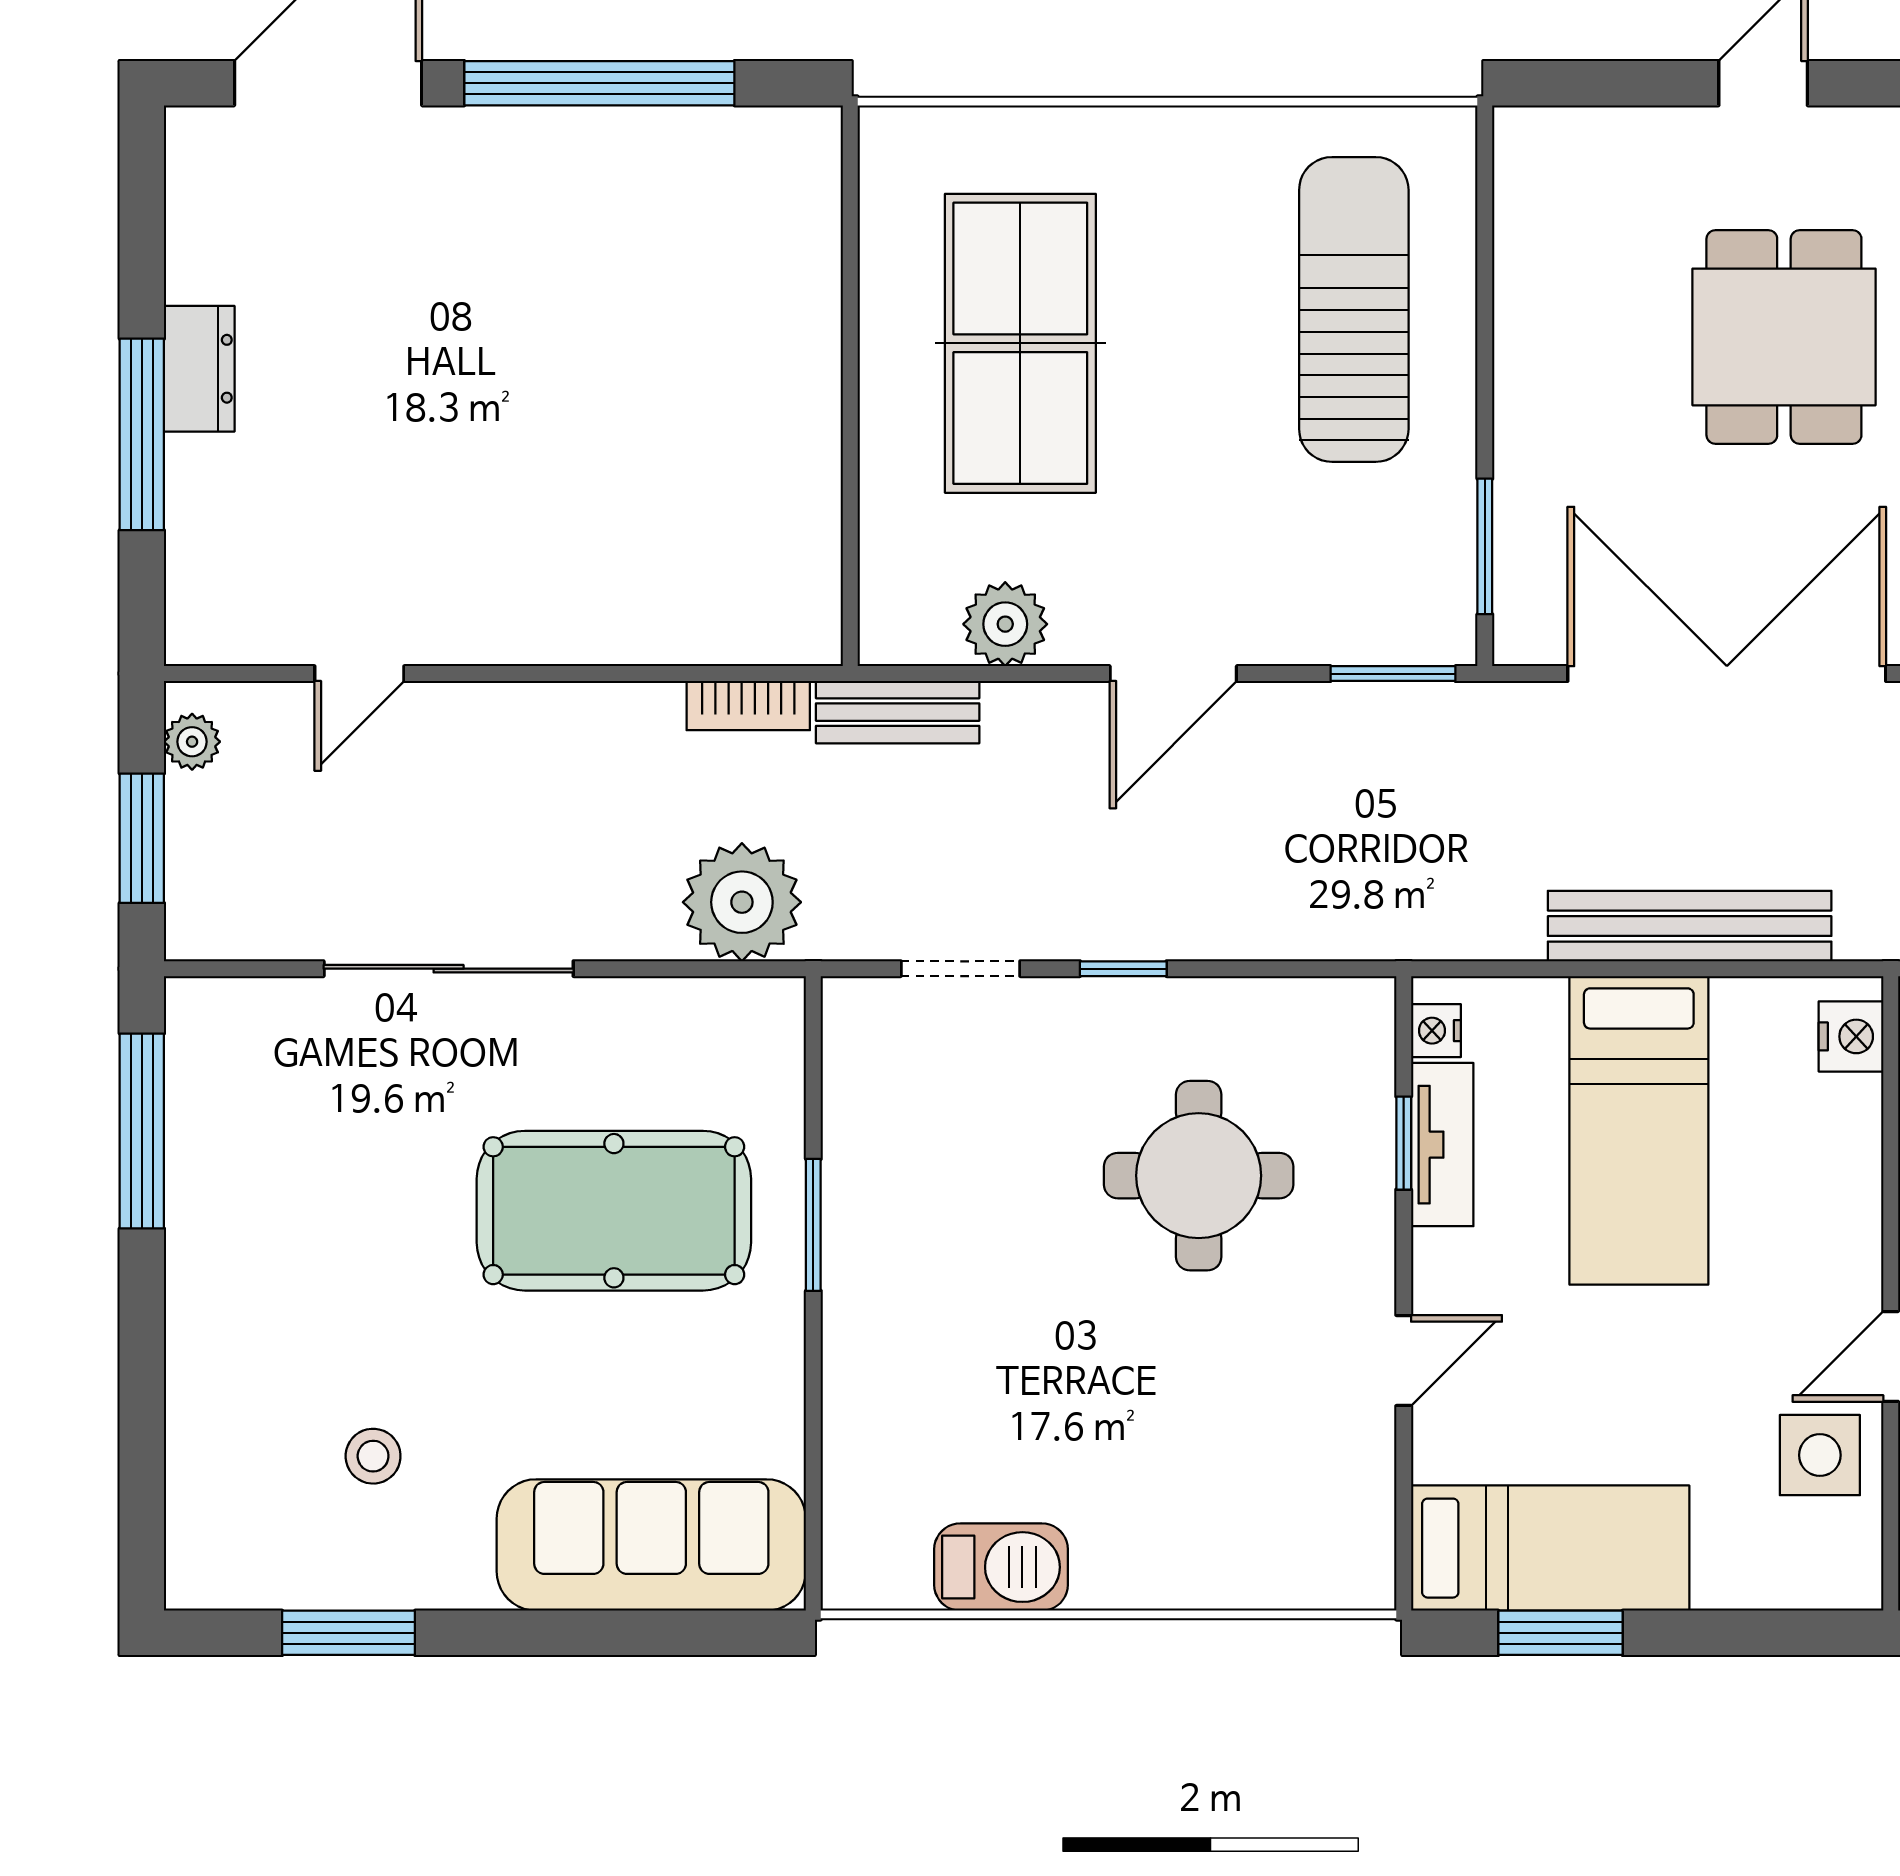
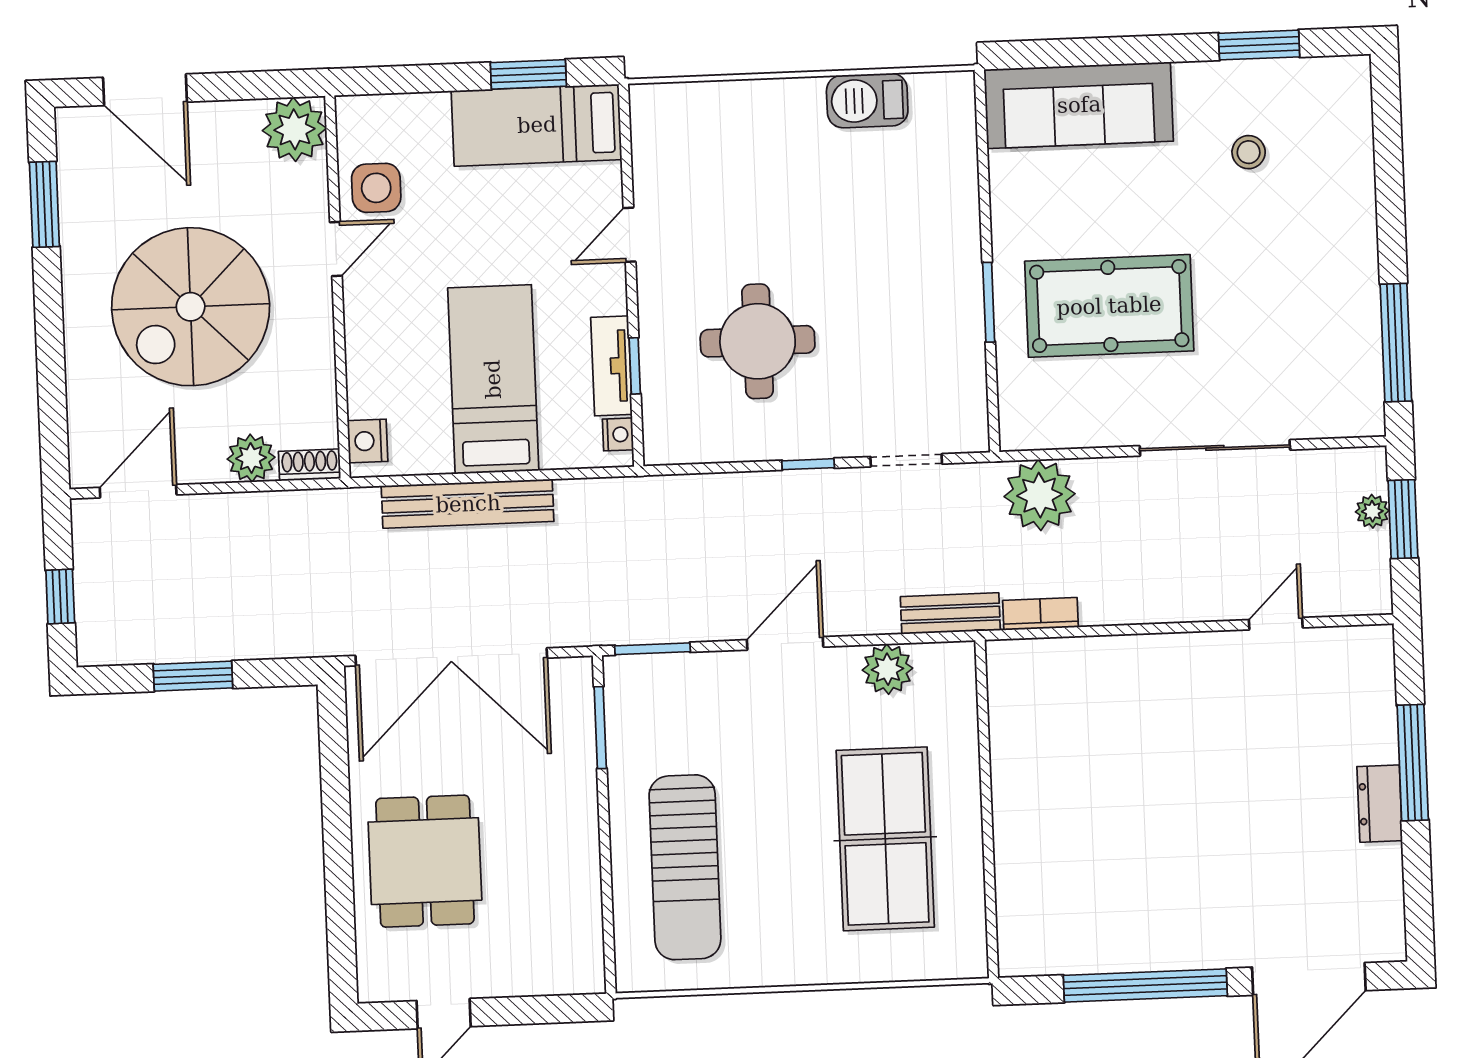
plant: (192, 742) -> (1372, 511), moved

